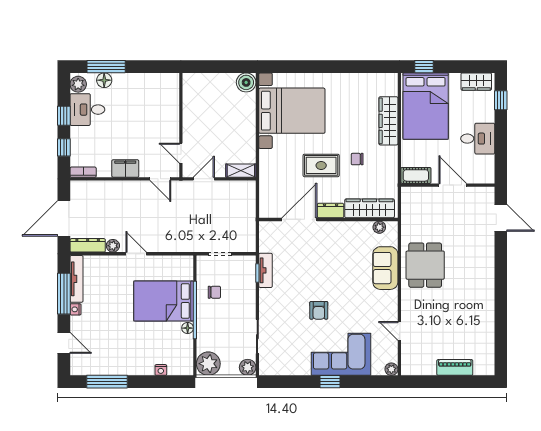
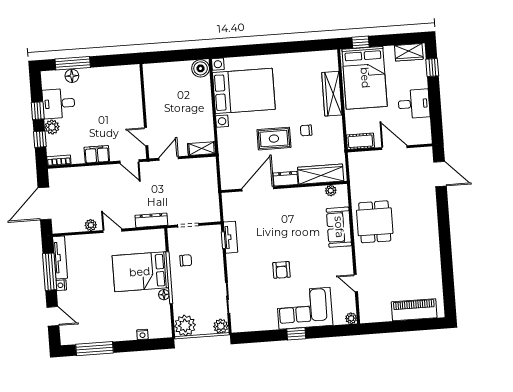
plant: (78, 84) -> (52, 127), moved
dresser: (88, 245) -> (151, 220), moved
piano: (455, 367) -> (414, 310), width x1.37, depth x1.33

